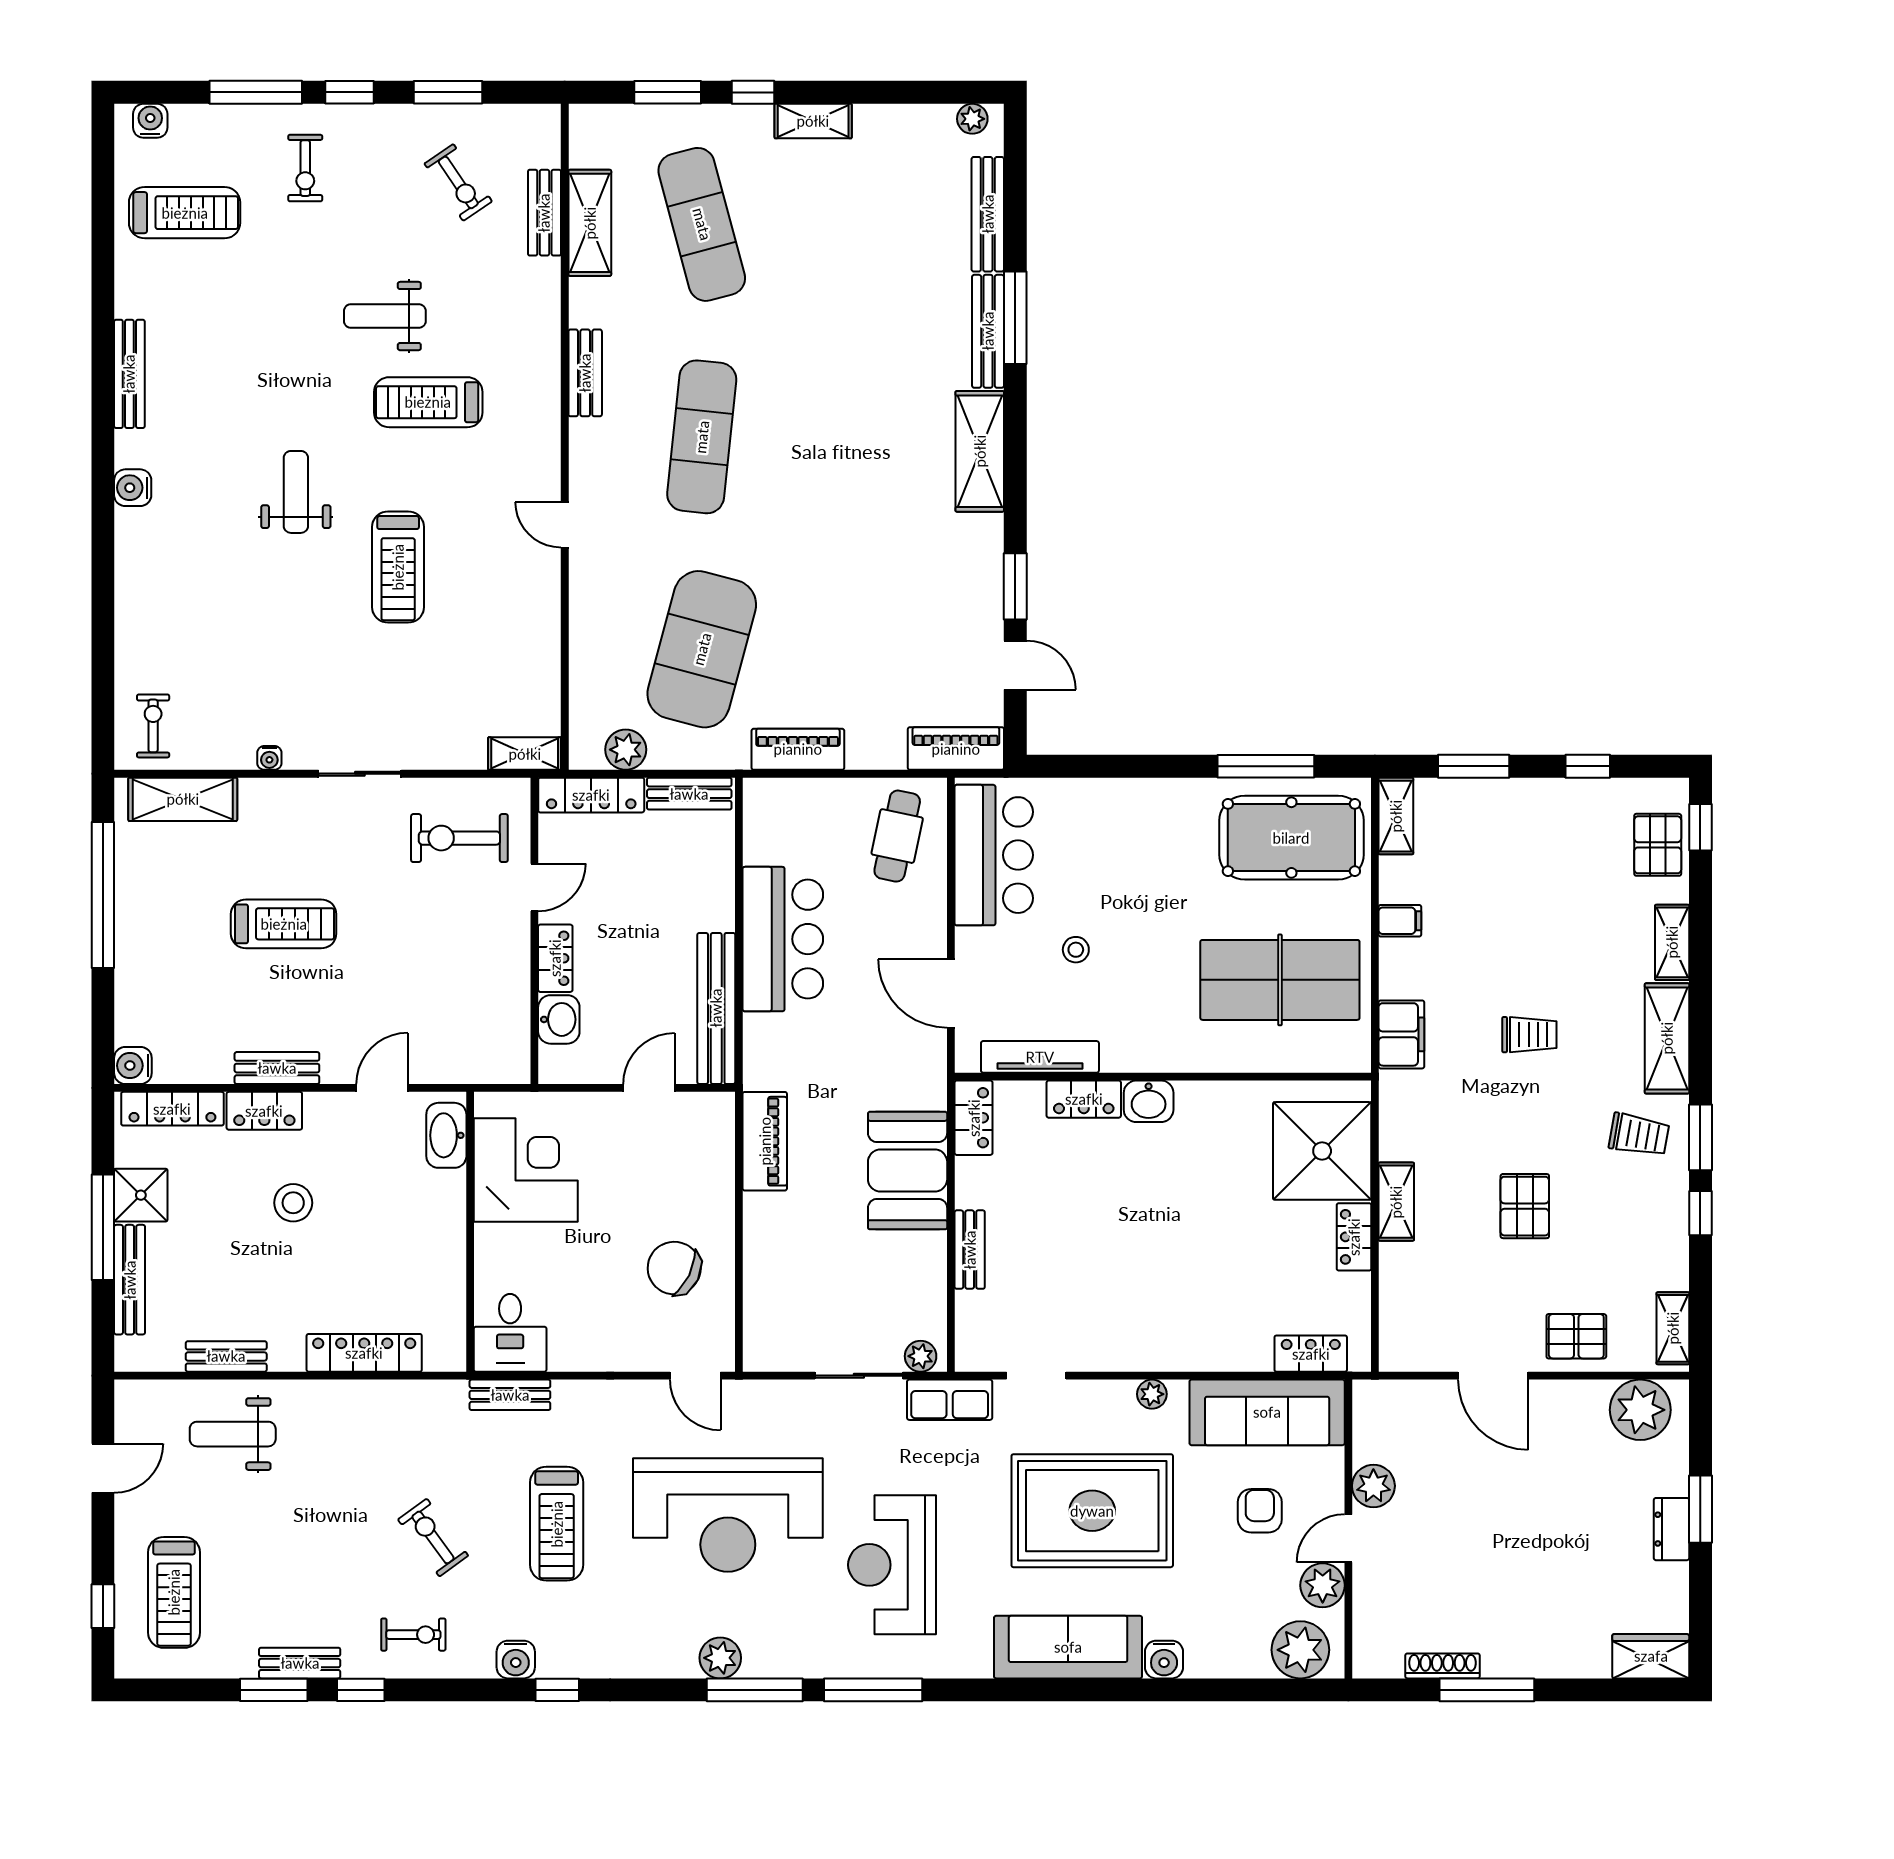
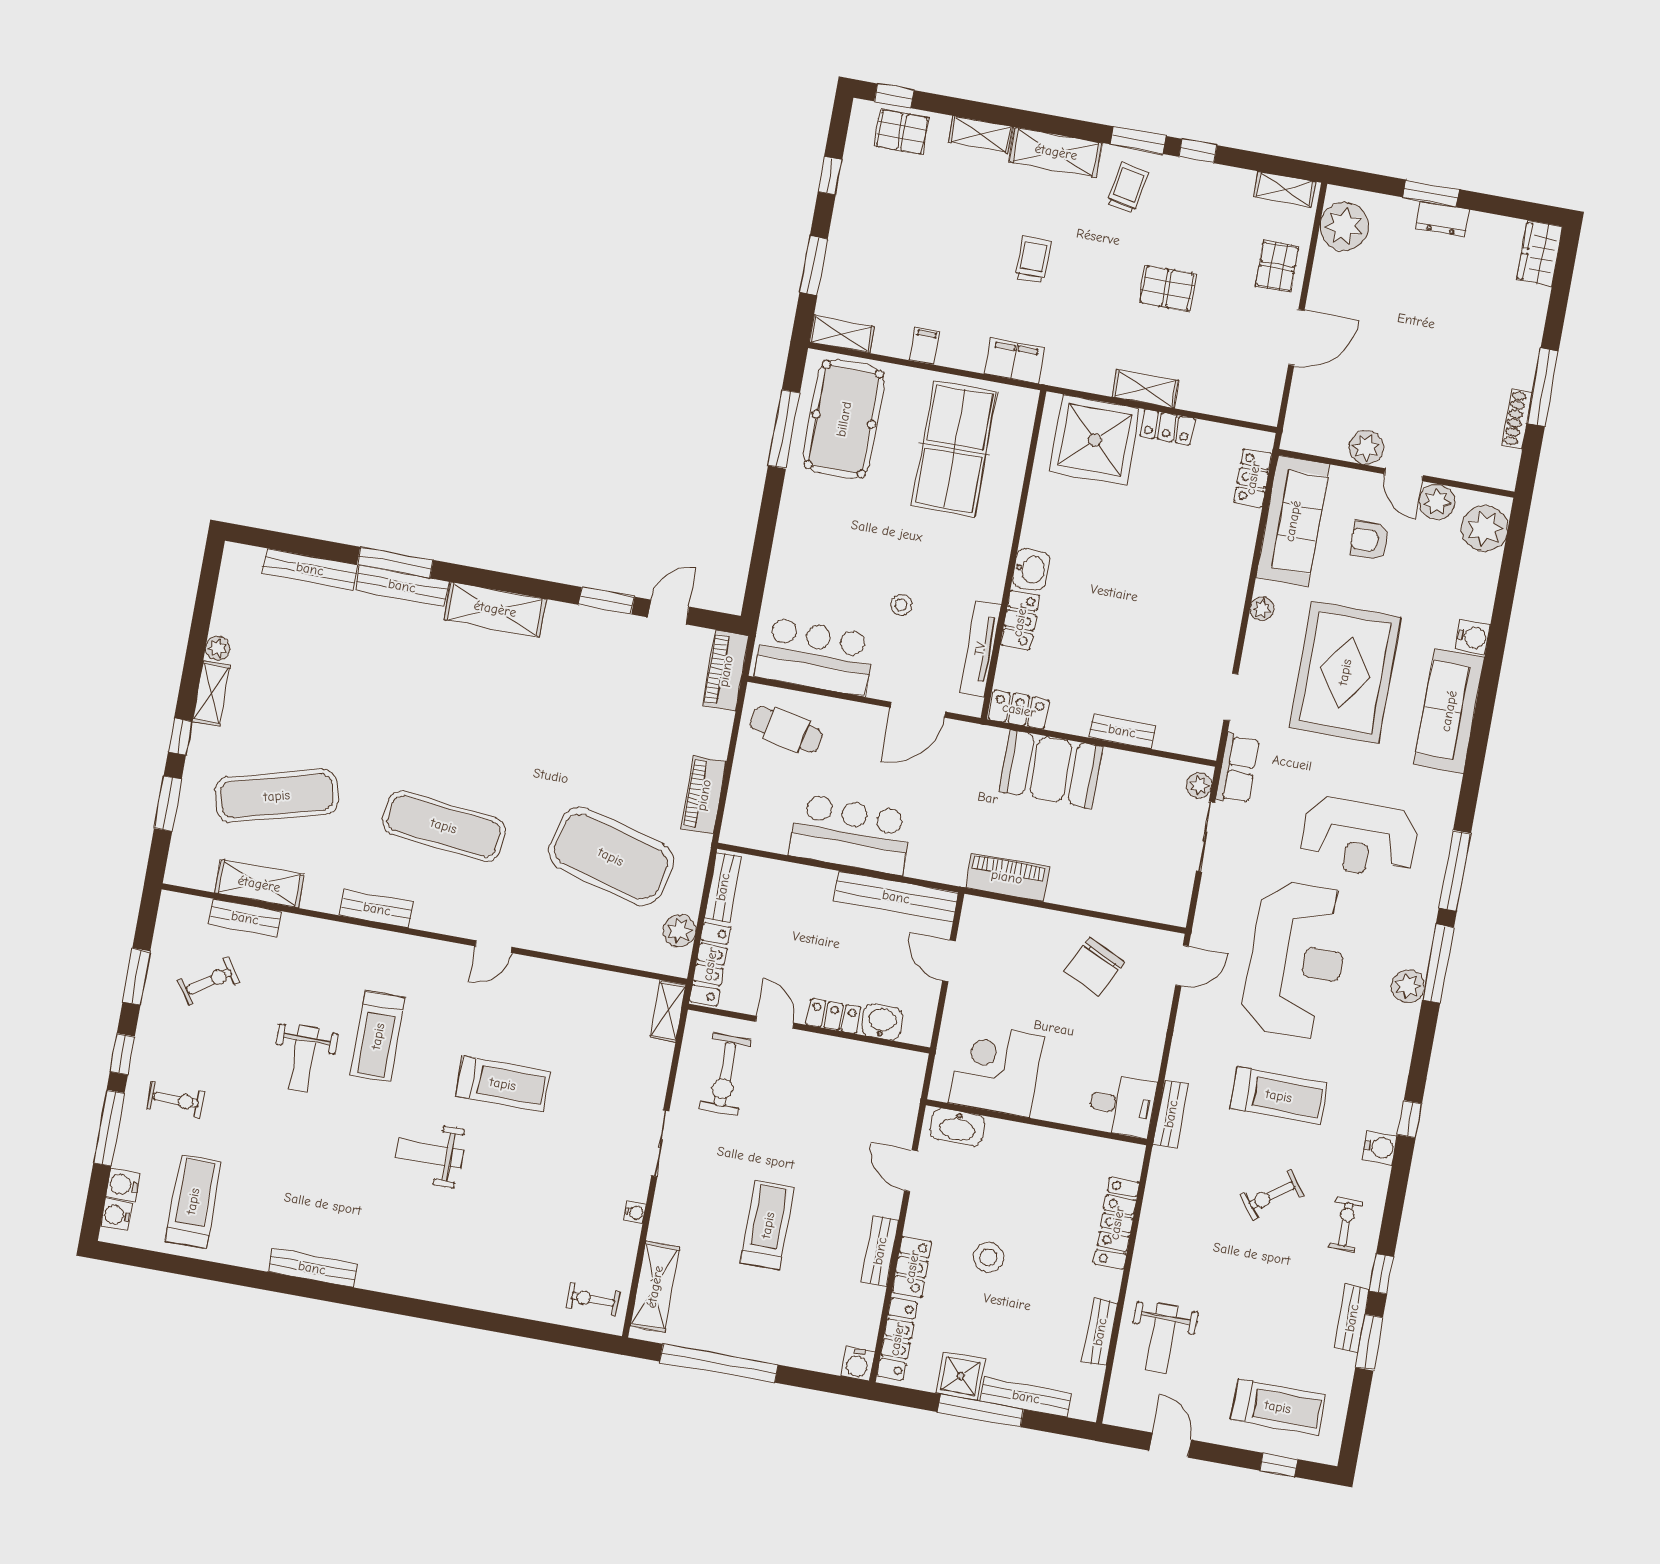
plant: (972, 119) -> (218, 648), moved
water cooler: (133, 488) -> (123, 1185), moved, turned 90

